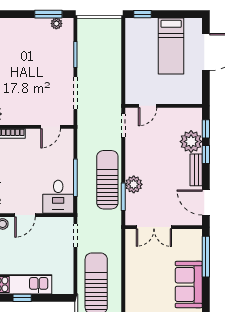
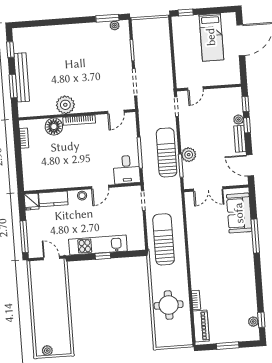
plant: (191, 142) -> (238, 120), width x0.53, depth x0.53
window: (206, 257) -> (255, 236), moved
sofa: (189, 285) -> (239, 213), moved

